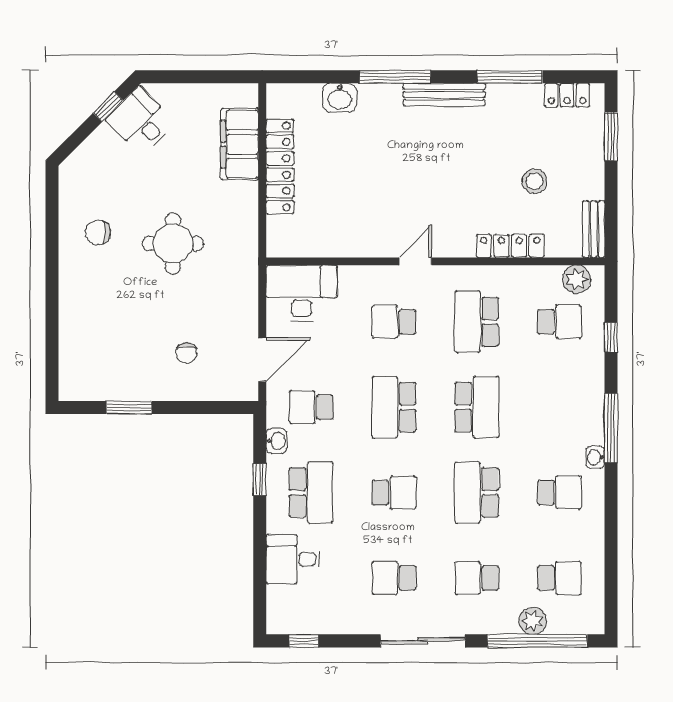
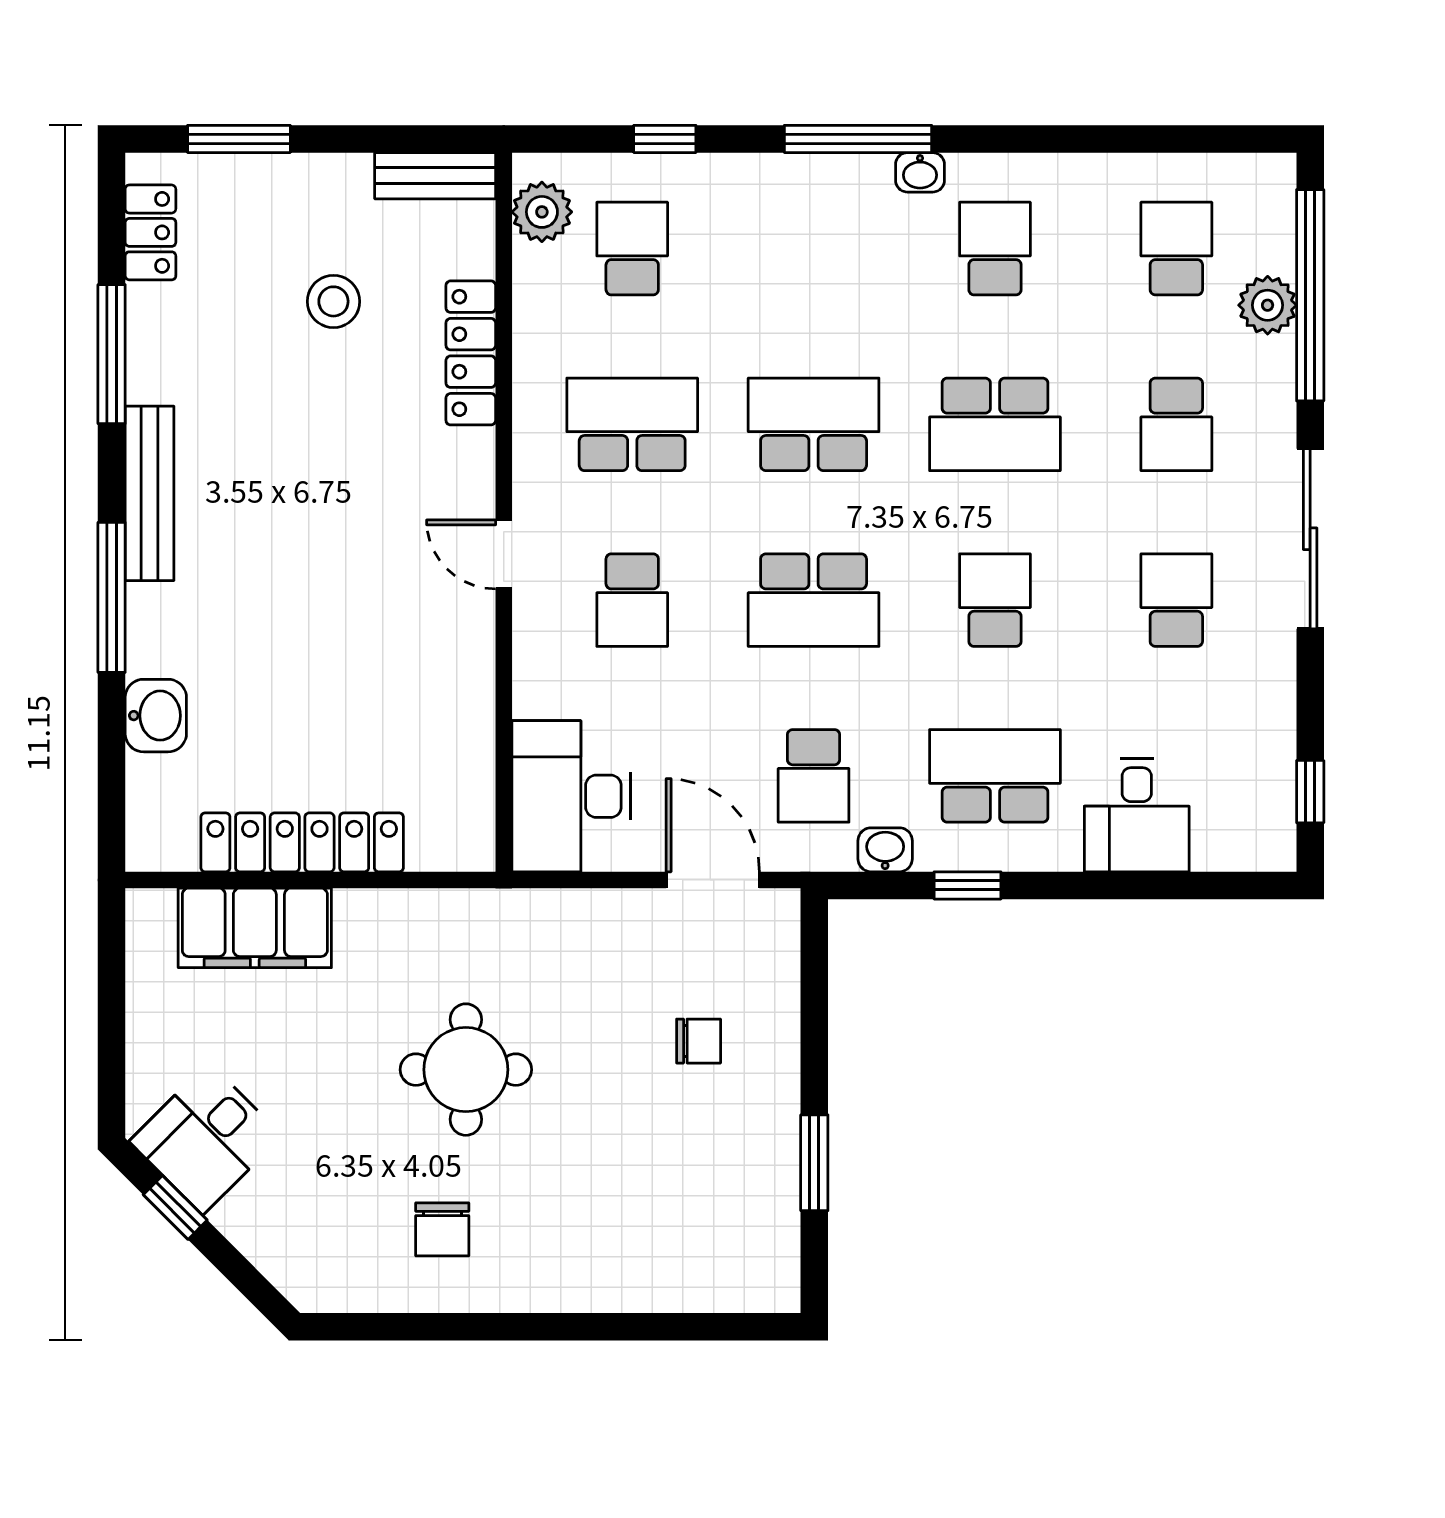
school desk: (477, 322) -> (632, 424), turned 180
school desk: (394, 578) -> (1176, 600), turned 180

